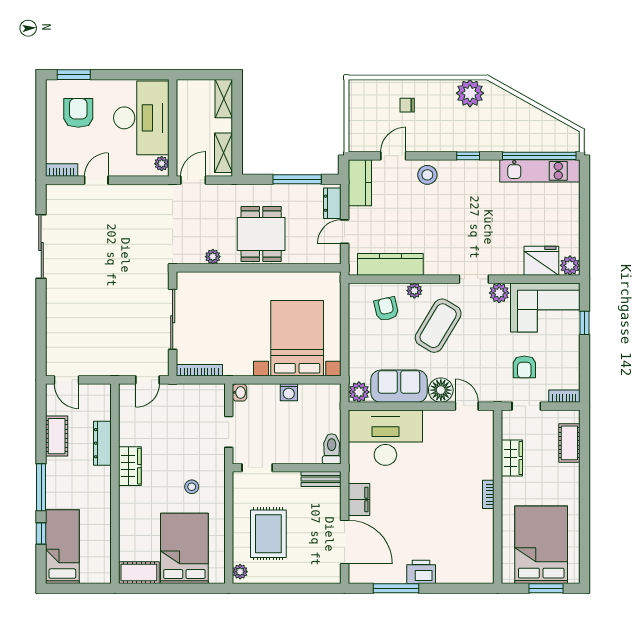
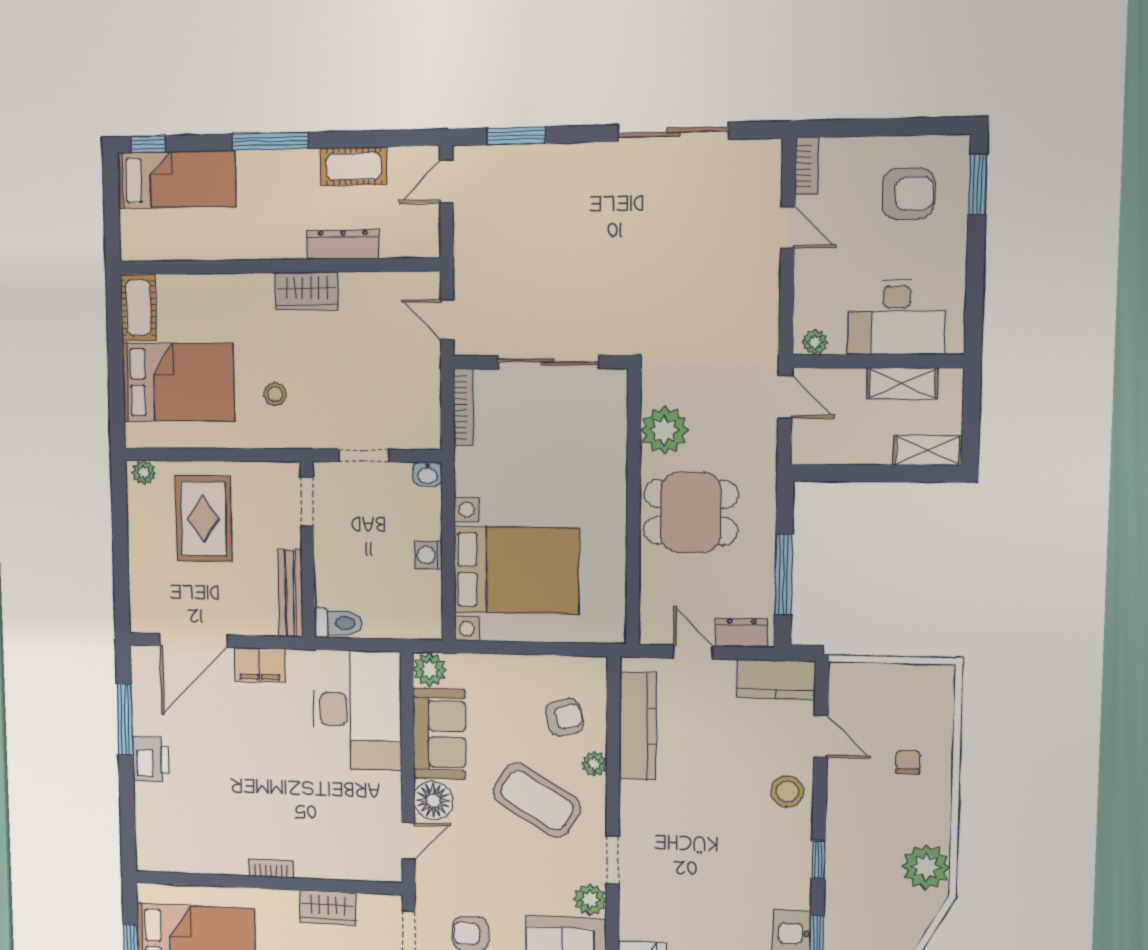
desk: (141, 118) -> (896, 317), width x0.73, depth x0.77
shelving: (224, 153) -> (902, 383), moved
plant: (213, 257) -> (664, 430), width x1.87, depth x1.87
window: (41, 338) -> (516, 136), added
bench: (321, 479) -> (290, 593), width x1.36
window: (41, 533) -> (148, 144), moved
rug: (268, 534) -> (203, 519), turned 90

